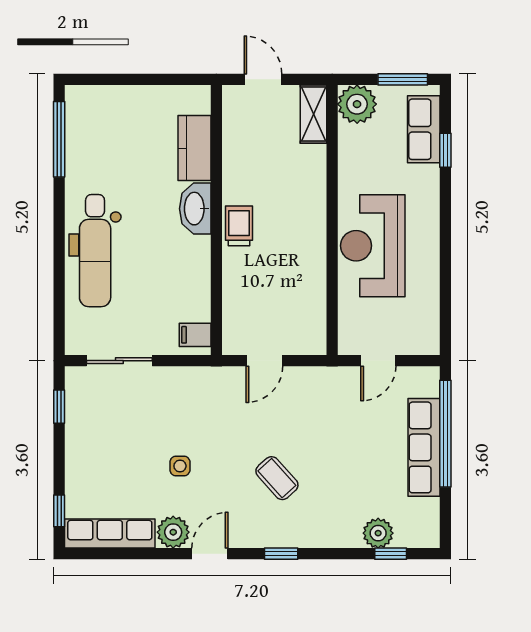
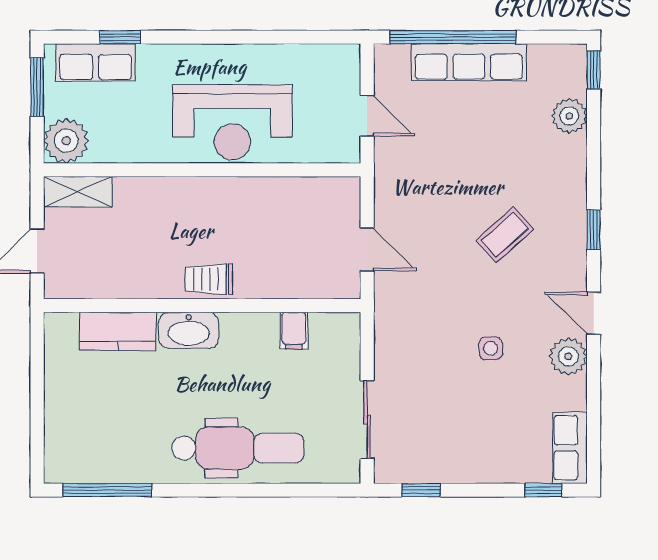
filing cabinet: (195, 335) -> (294, 331), moved
row of seats: (110, 534) -> (570, 448), width x0.68
window: (391, 554) -> (594, 70), moved

